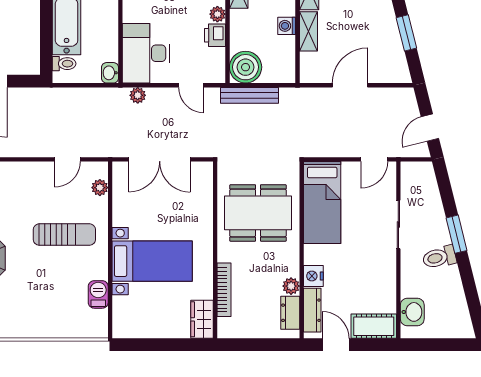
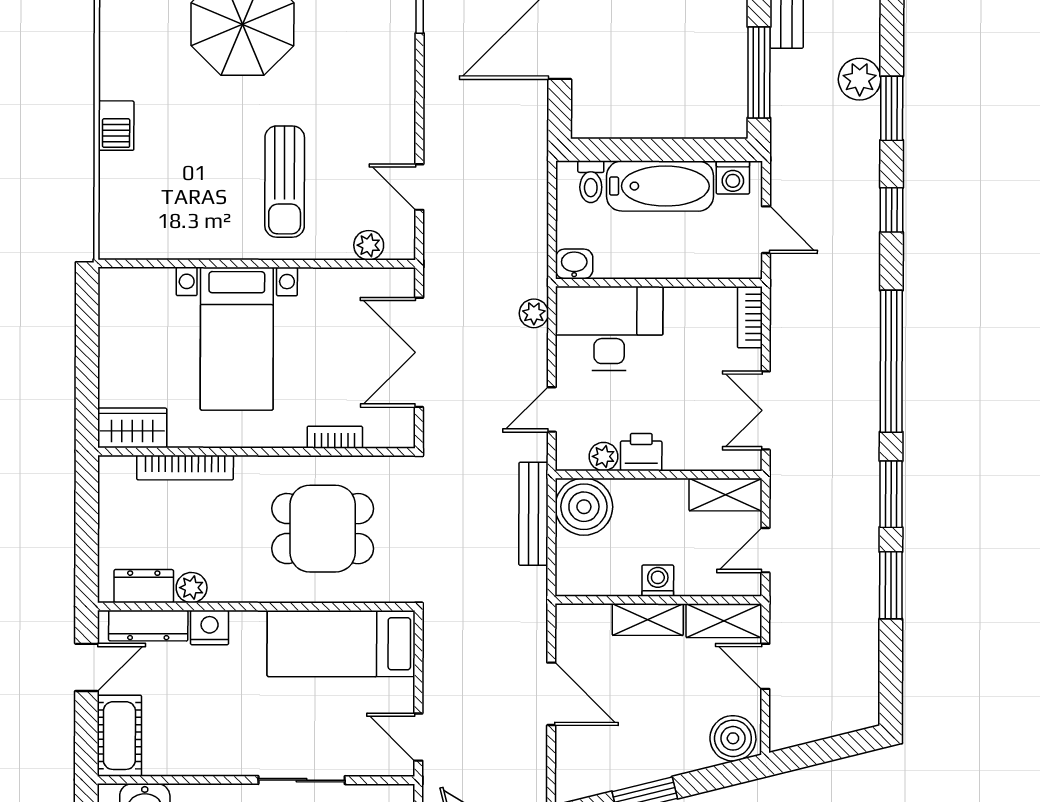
plant: (217, 14) -> (603, 456), moved
bookcase: (207, 206) -> (335, 437), added
dining table: (258, 213) -> (323, 529), width x0.73
barbecue: (98, 294) -> (116, 126), moved, turned 90

